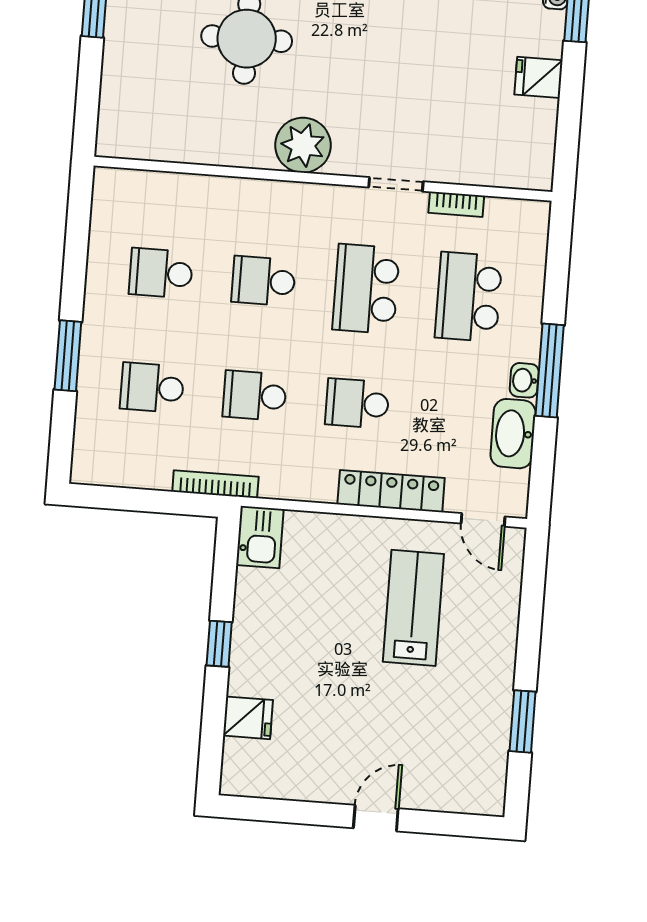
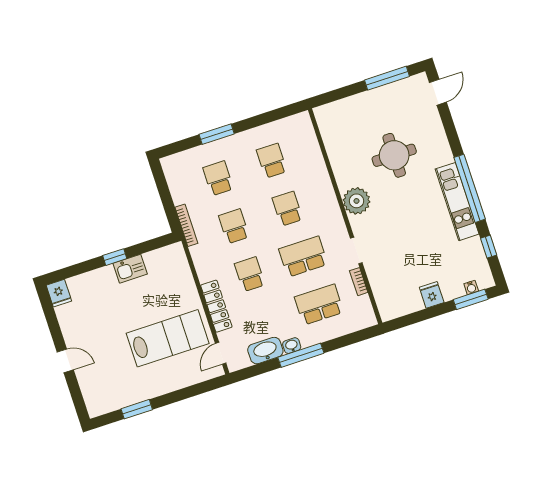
kitchen sink: (260, 537) -> (130, 269), moved
lab bench: (413, 608) -> (168, 338), width x1.36, depth x1.39
fridge: (248, 718) -> (59, 293), moved

